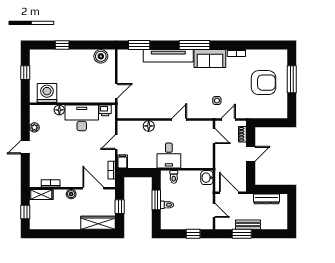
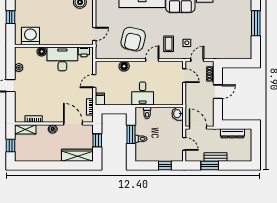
armchair: (264, 83) -> (133, 39), moved, turned 103
coffee table: (197, 102) -> (169, 44), added

